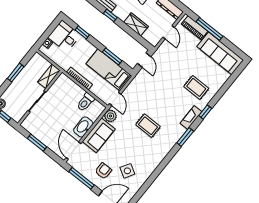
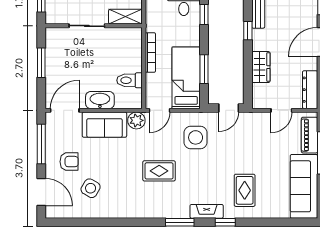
side table: (146, 91) -> (196, 137), added
rug: (148, 126) -> (159, 171), turned 90

